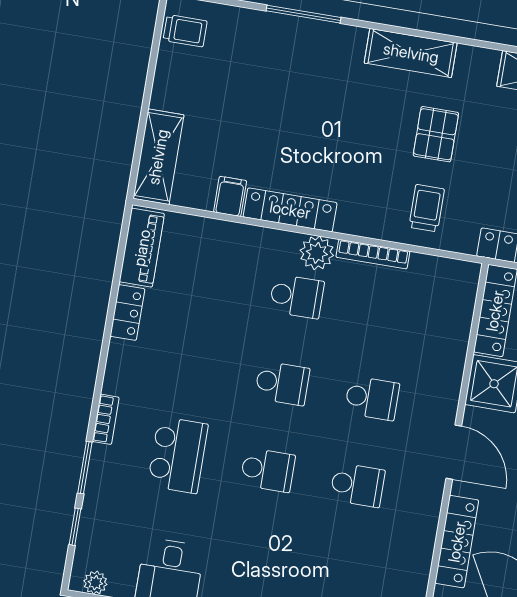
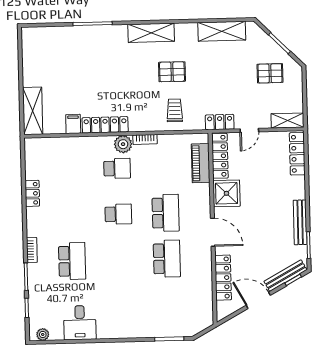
trolley: (185, 31) -> (34, 44), removed
pallet: (436, 134) -> (172, 72), turned 90
piano: (142, 248) -> (201, 163), moved, turned 180
bookcase: (373, 254) -> (145, 139), width x0.64
school desk: (372, 398) -> (166, 213), width x1.85
school desk: (268, 470) -> (119, 260), removed
school desk: (357, 485) -> (167, 259), width x1.85

